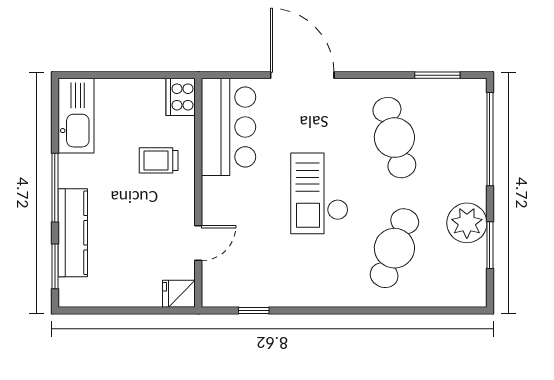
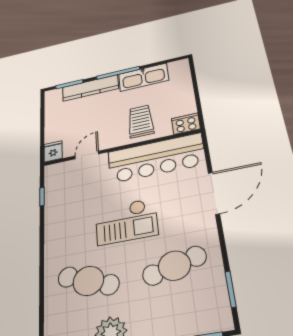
kitchen sink: (76, 116) -> (143, 77), moved
bar counter: (228, 127) -> (156, 158), width x1.36
trolley: (159, 160) -> (141, 121), width x1.36, depth x1.39
checkout: (319, 193) -> (126, 222), turned 180
door: (198, 243) -> (87, 155), swing flipped

